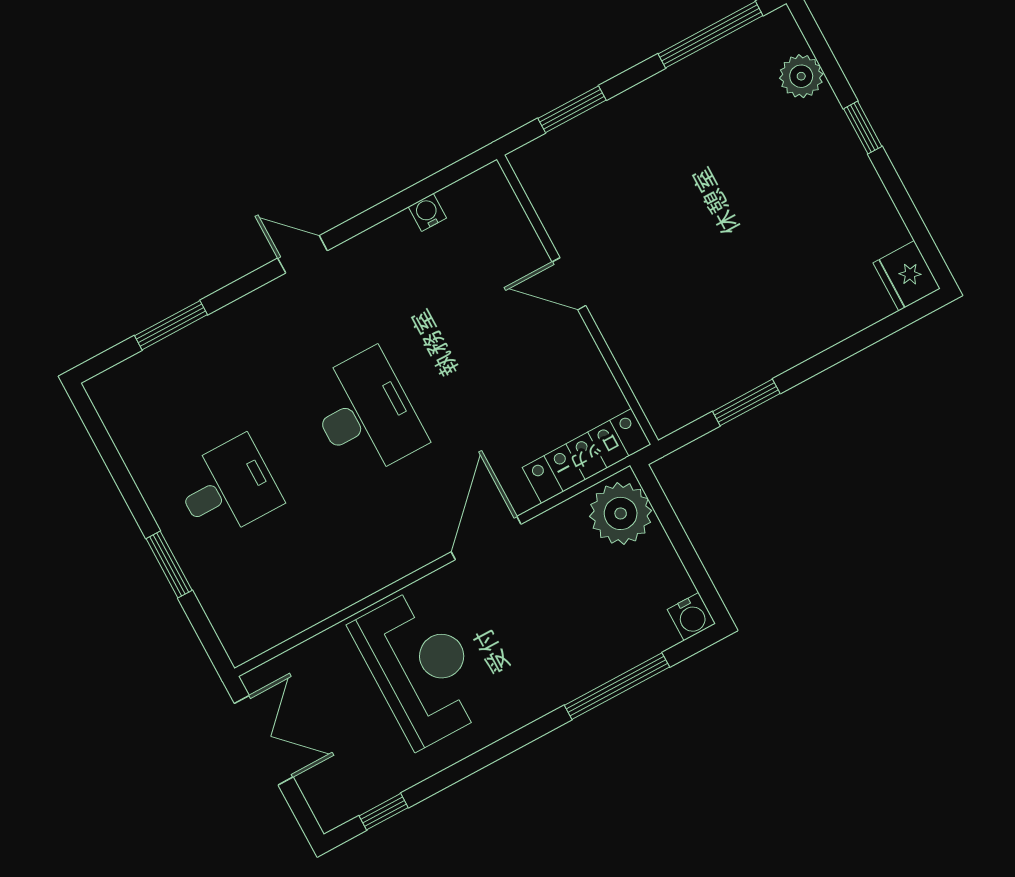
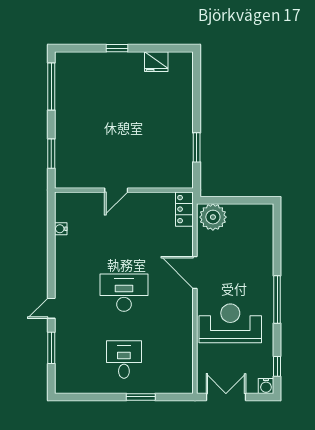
plant: (801, 76) -> (85, 61), removed
door: (303, 254) -> (51, 308), moved
fridge: (907, 276) -> (156, 62), moved
locker: (587, 456) -> (184, 209), width x0.66
water cooler: (691, 617) -> (266, 386), moved, turned 90
window: (617, 686) -> (277, 299), moved

